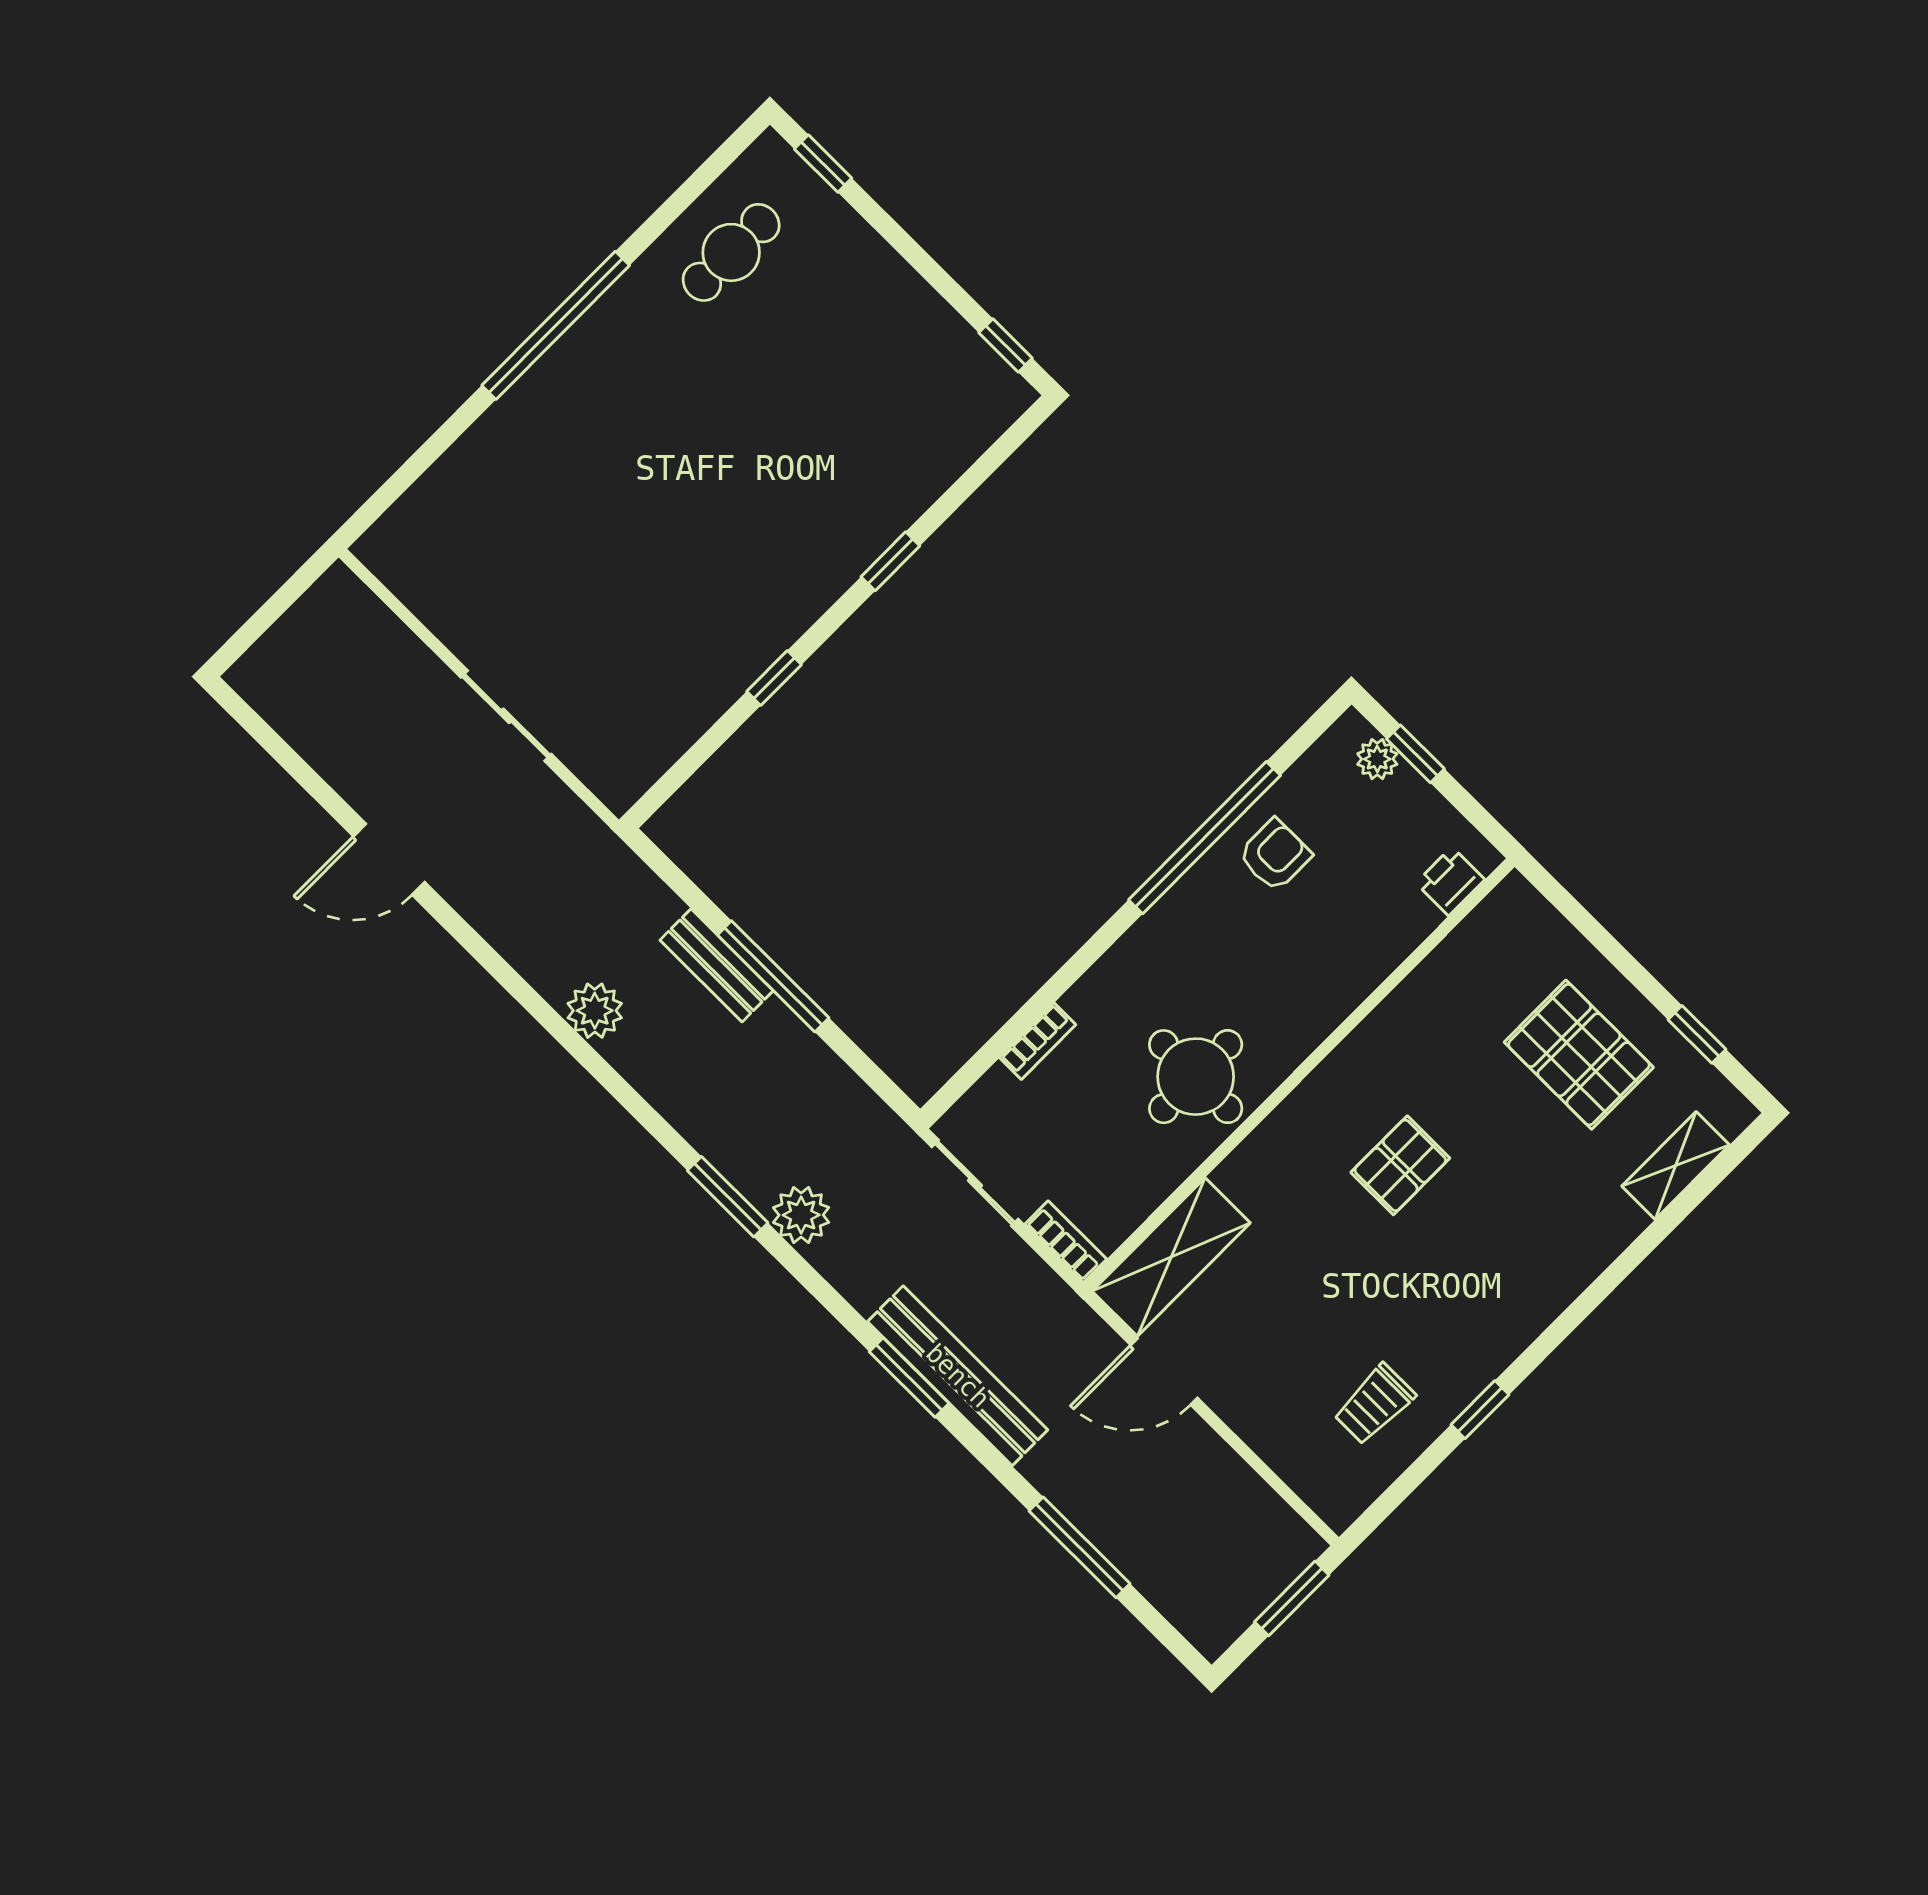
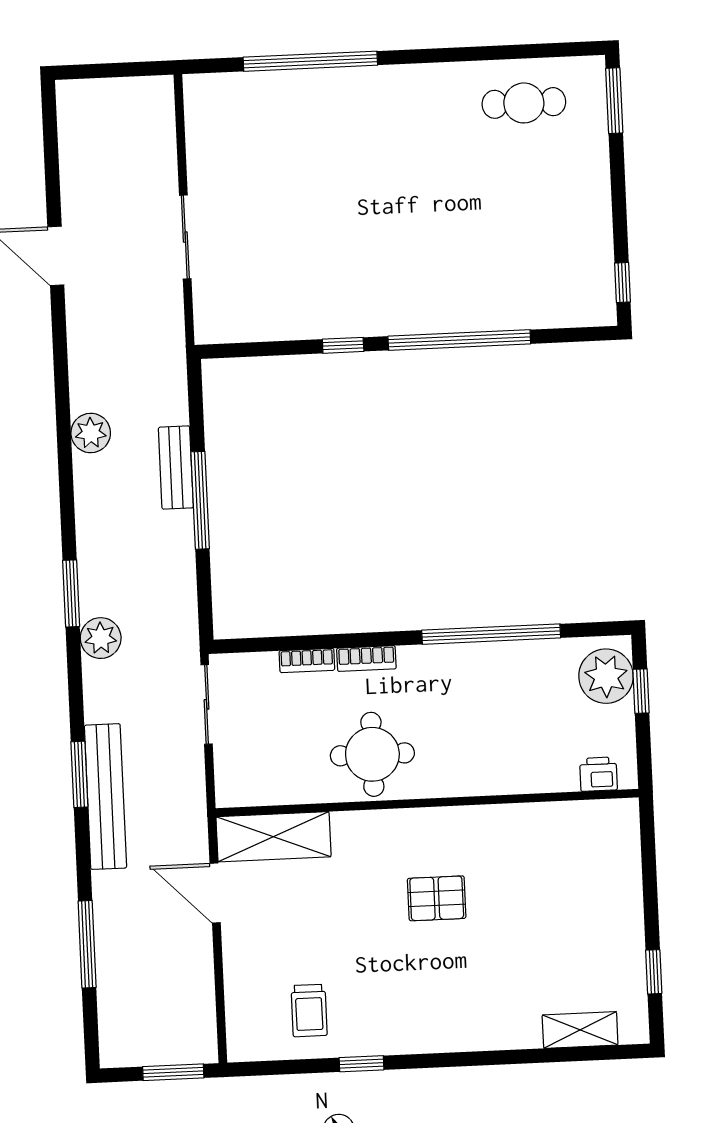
window: (823, 164) -> (614, 101), width x1.50
window: (556, 325) -> (310, 61), moved
window: (890, 561) -> (459, 340), width x3.17
plant: (1377, 759) -> (606, 676), width x1.88, depth x1.88
armchair: (1275, 855) -> (519, 677), removed
pallet: (1579, 1055) -> (583, 926), removed
bookcase: (1066, 1242) -> (366, 659), moved, turned 90
trolley: (1374, 1404) -> (309, 1010), turned -90

